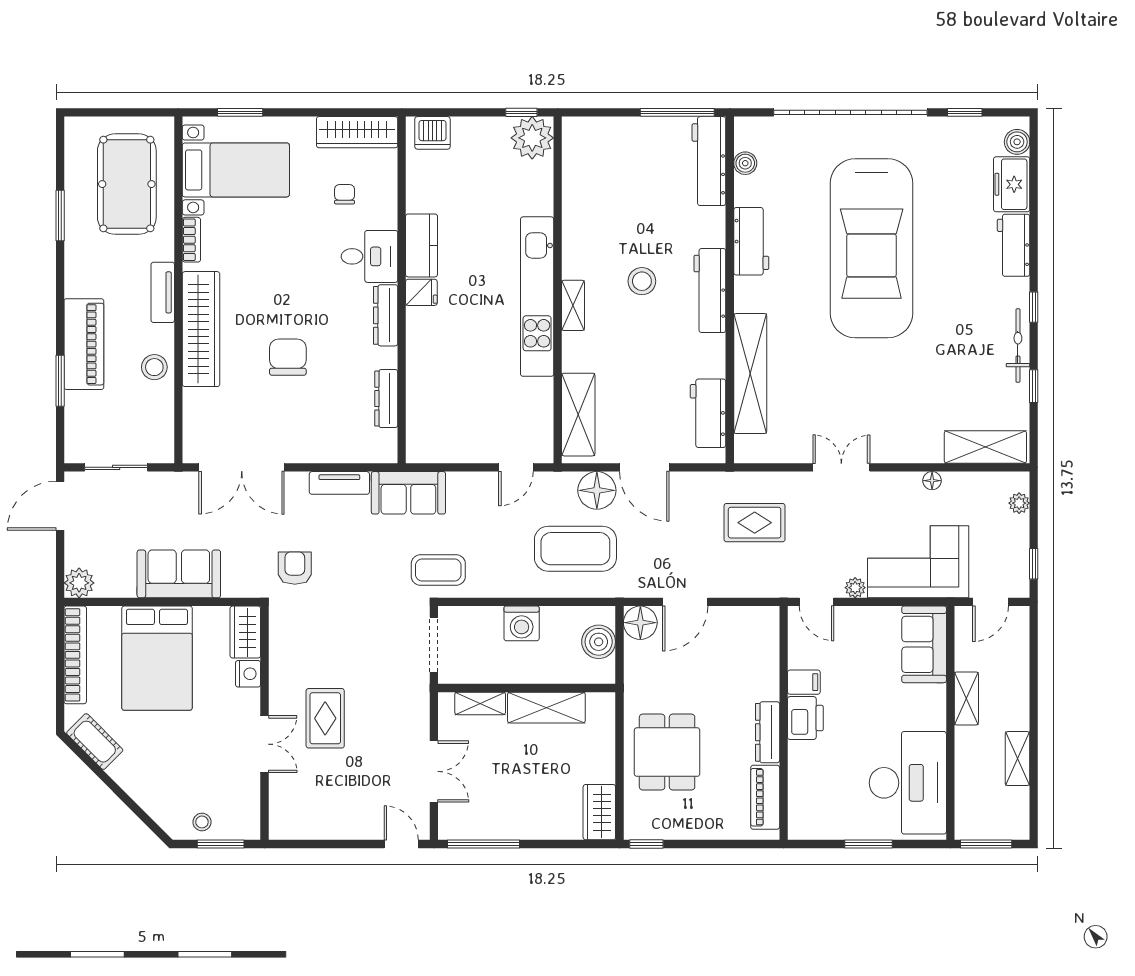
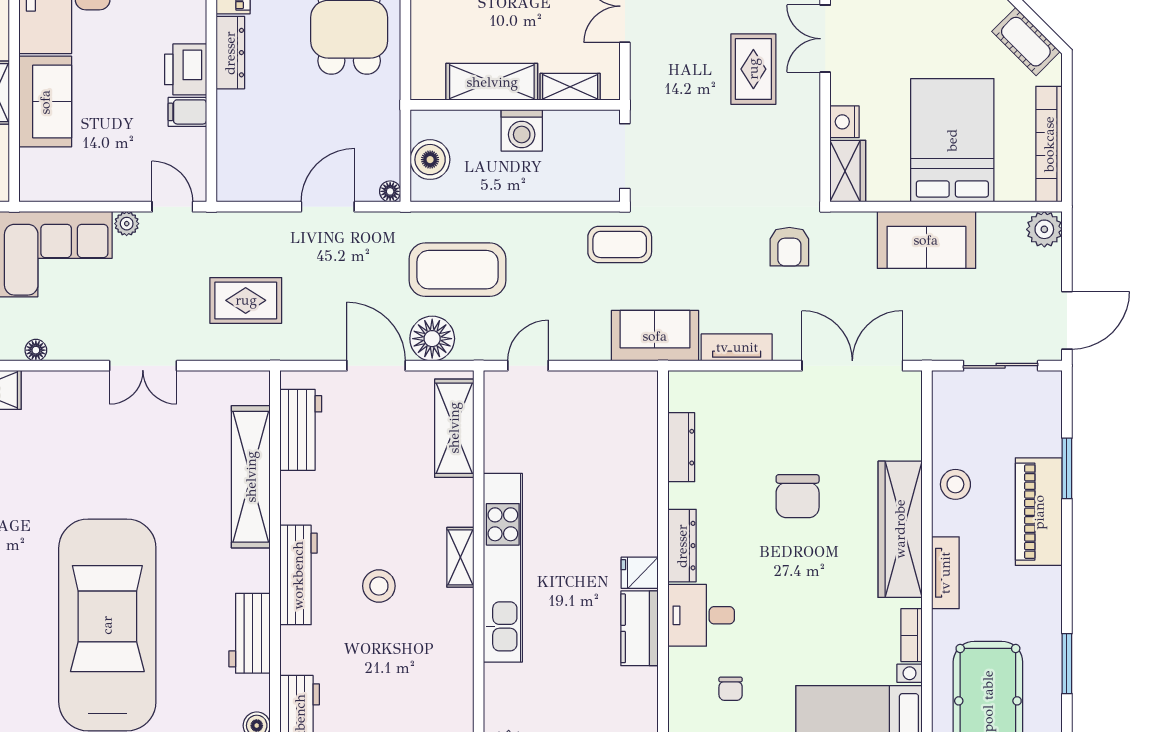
washing machine: (522, 623) -> (522, 130), moved, turned 180
floor lamp: (640, 623) -> (390, 191), width x0.53, depth x0.53
sofa: (924, 644) -> (45, 102), moved

